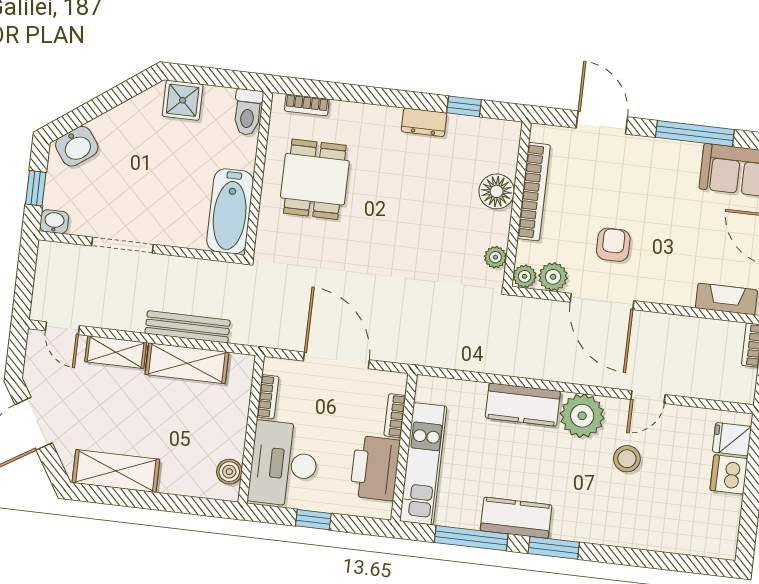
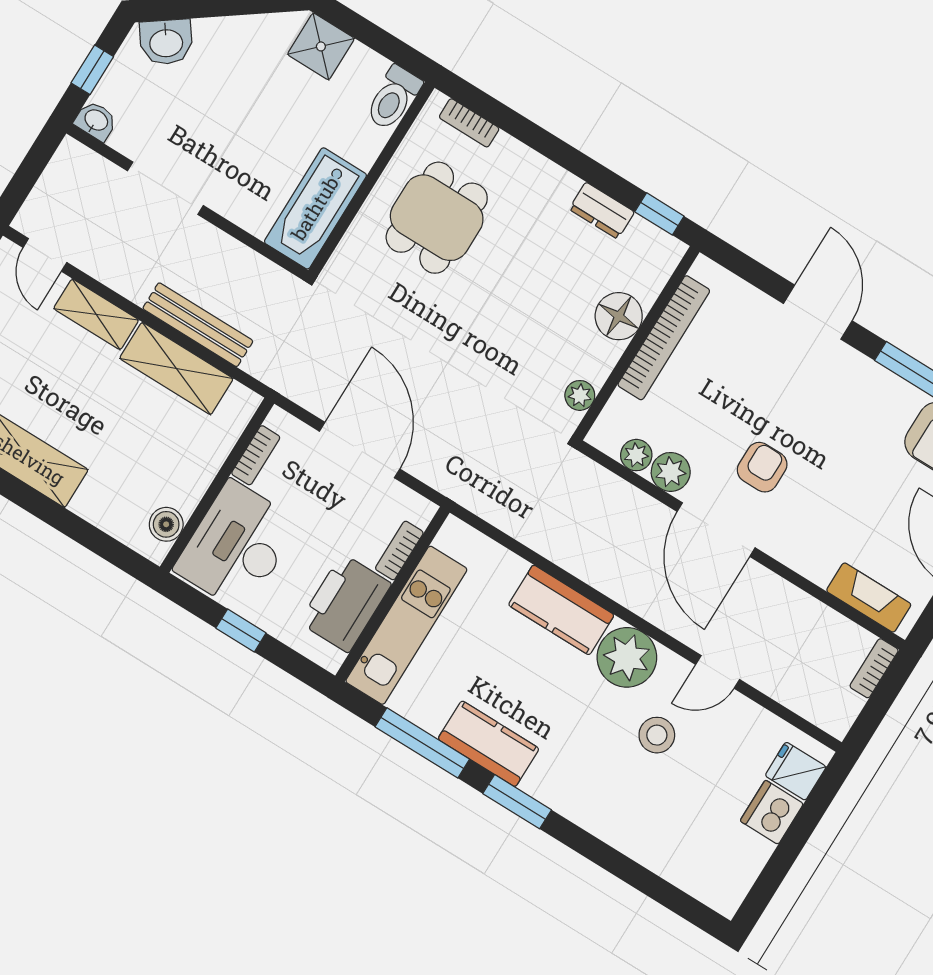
floor lamp: (497, 191) -> (619, 316), moved
bookcase: (534, 192) -> (664, 338), moved
wall: (517, 204) -> (636, 343), moved
plant: (495, 257) -> (580, 395), moved

